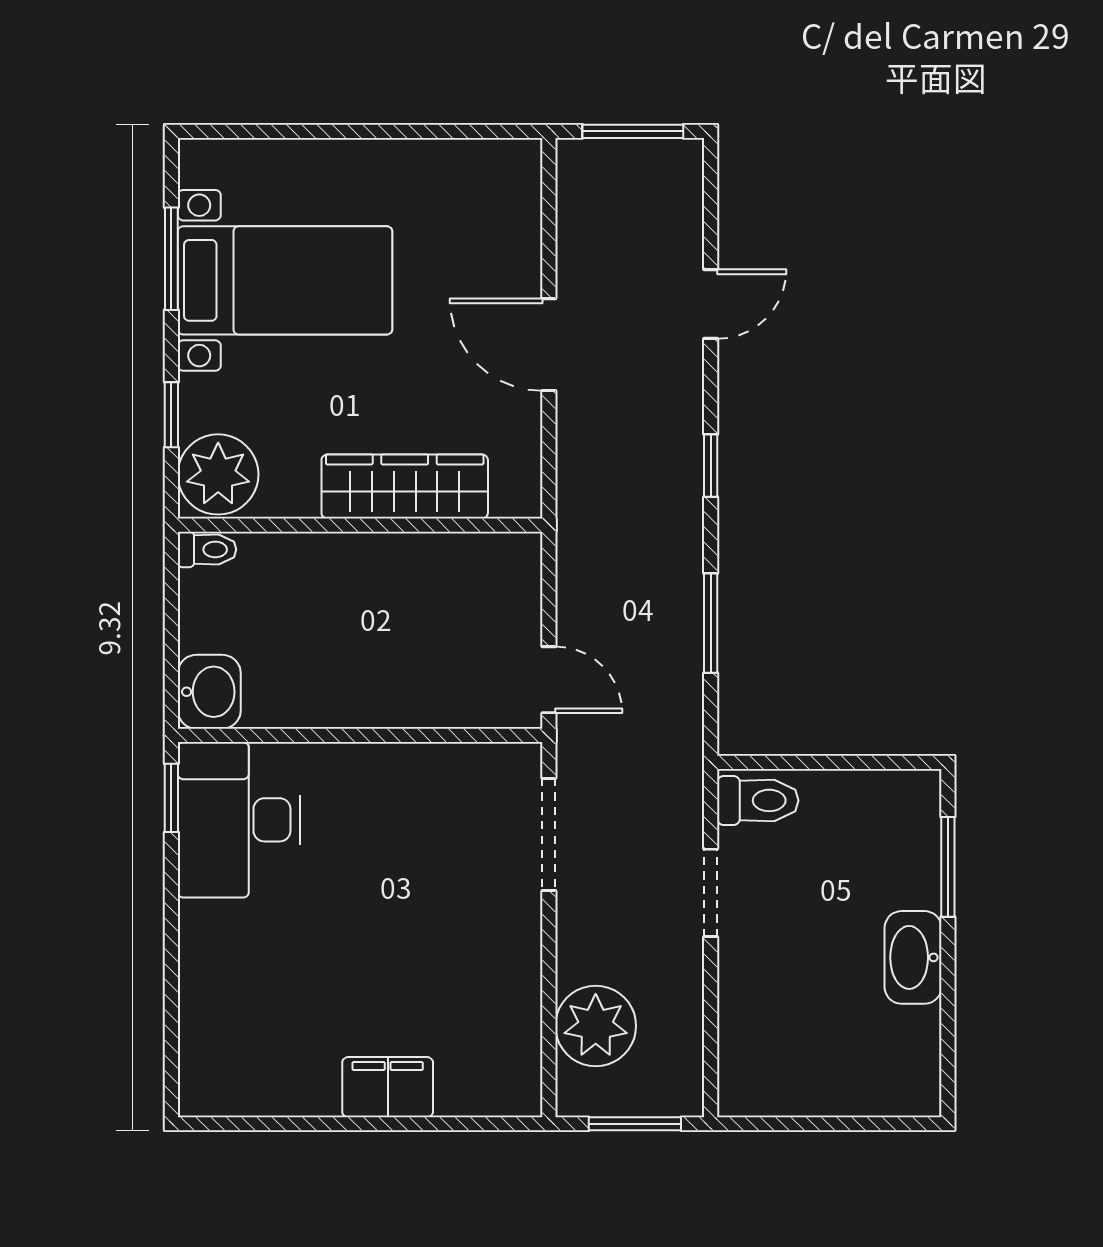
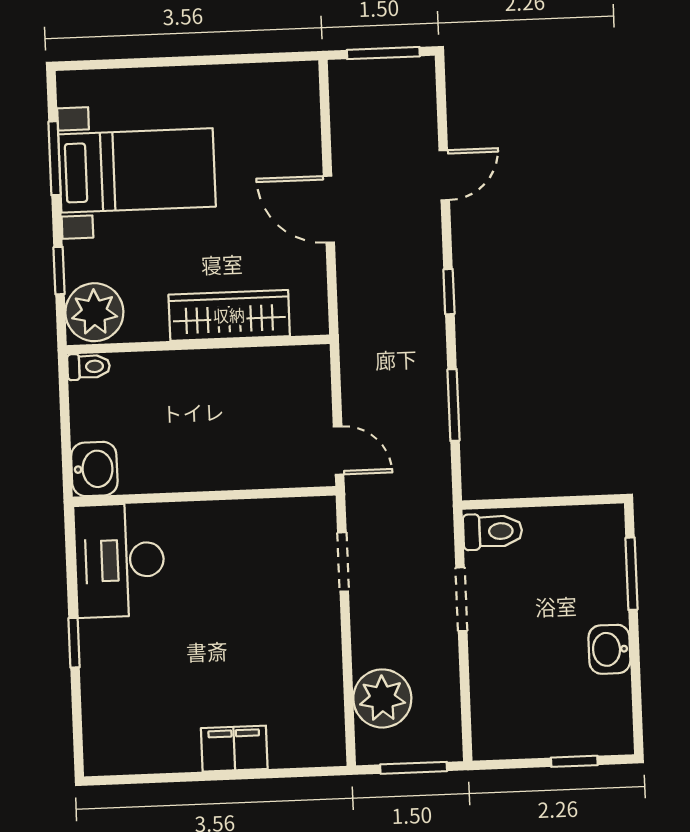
window: (171, 798) -> (74, 643), moved
doorway: (549, 834) -> (343, 562), width x0.73
washbasin: (913, 957) -> (609, 649), width x0.72
window: (858, 1124) -> (574, 761), added

